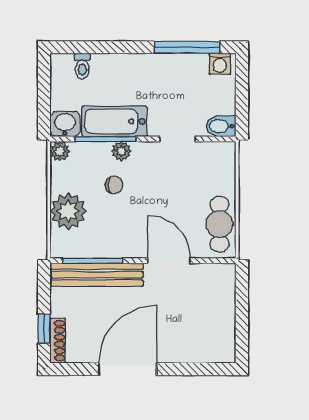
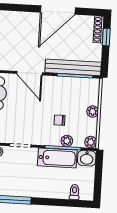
plant: (121, 151) -> (67, 141), moved
plant: (68, 211) -> (93, 111), width x0.53, depth x0.53

